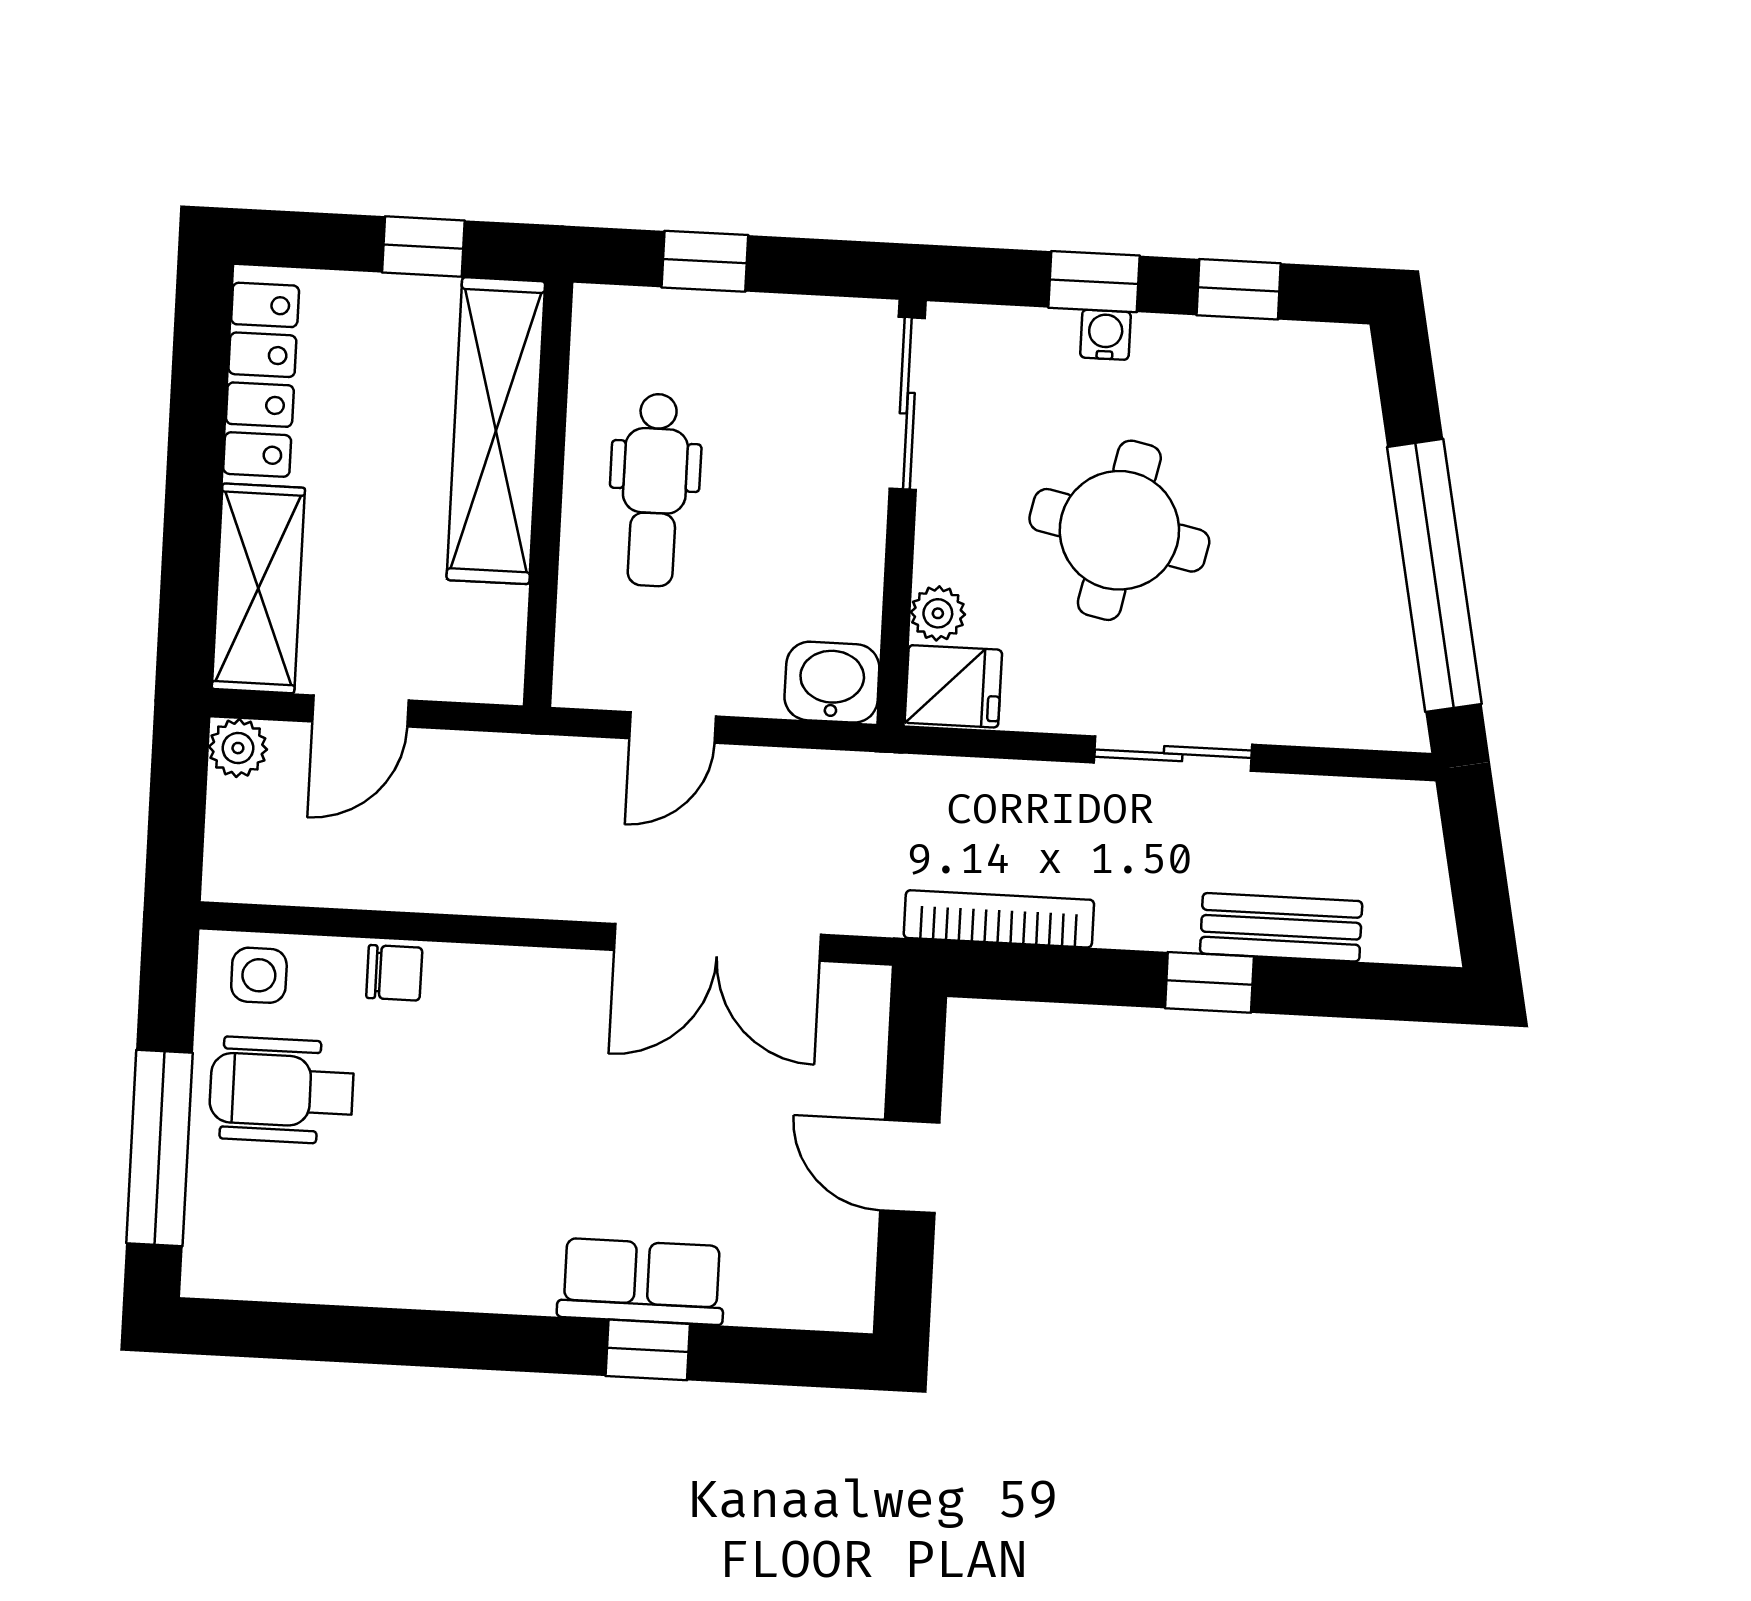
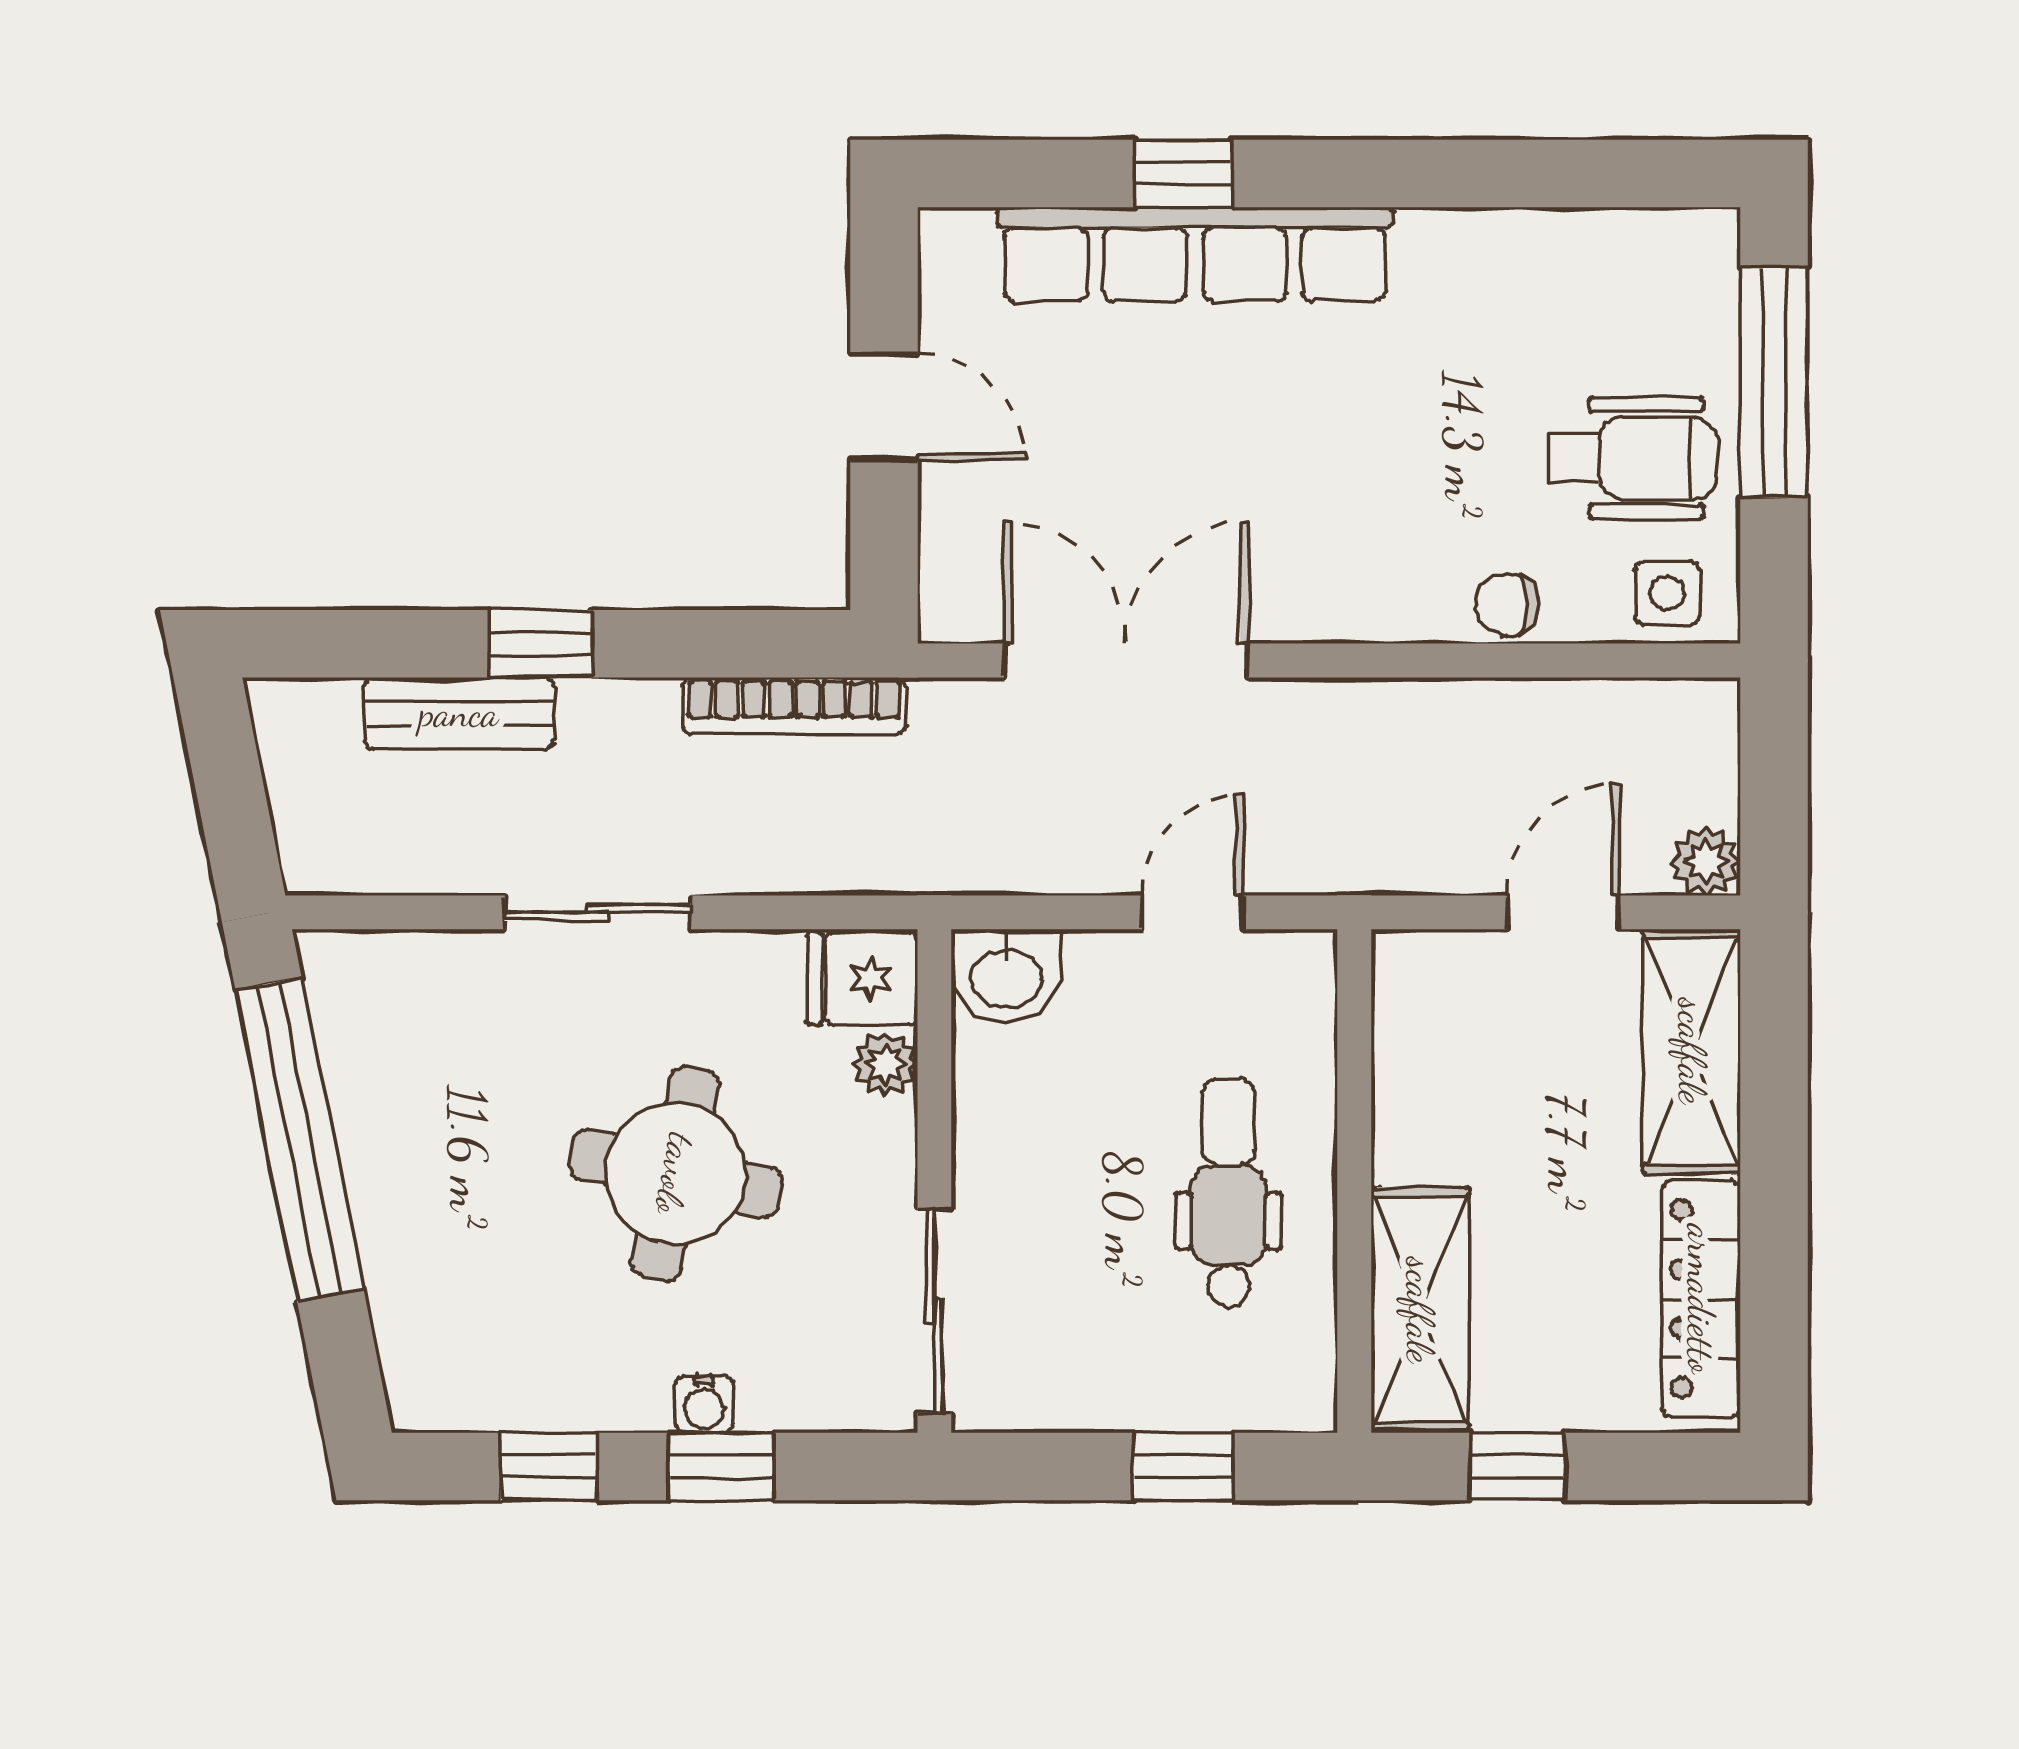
shelving: (496, 431) -> (1420, 1310), width x0.68
row of seats: (641, 1282) -> (1195, 254), width x2.02

